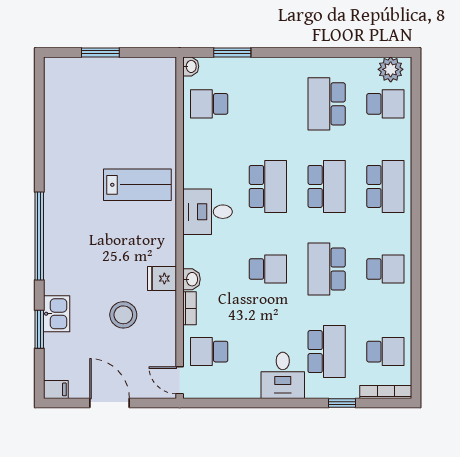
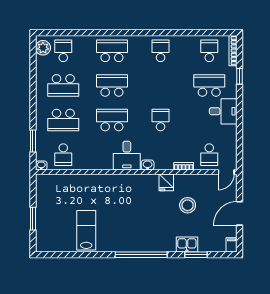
lab bench: (137, 185) -> (86, 230), moved
school desk: (327, 269) -> (63, 120), moved
washbasin: (192, 279) -> (148, 165), moved

